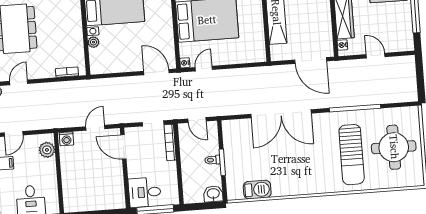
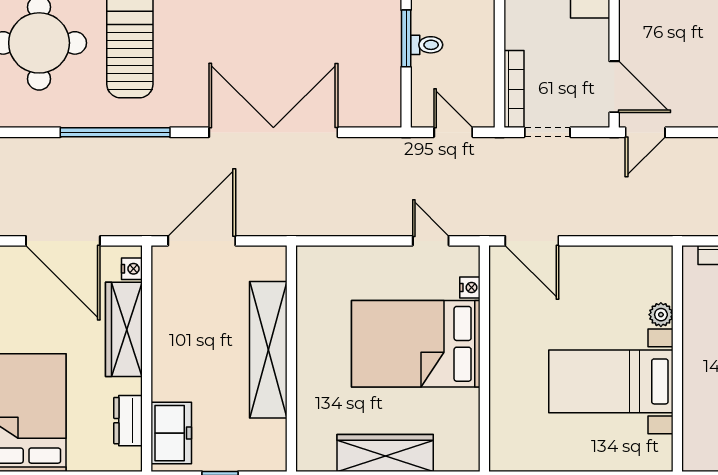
door: (376, 56) -> (63, 241), width x1.88
door: (311, 60) -> (202, 241), hinge flipped
nightstand: (185, 63) -> (470, 287), moved
door: (204, 69) -> (431, 241), swing flipped
door: (95, 128) -> (645, 132), moved

